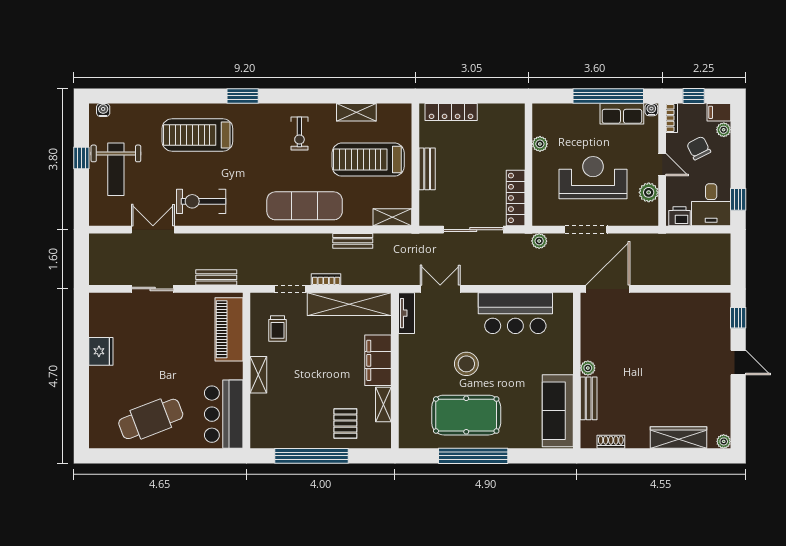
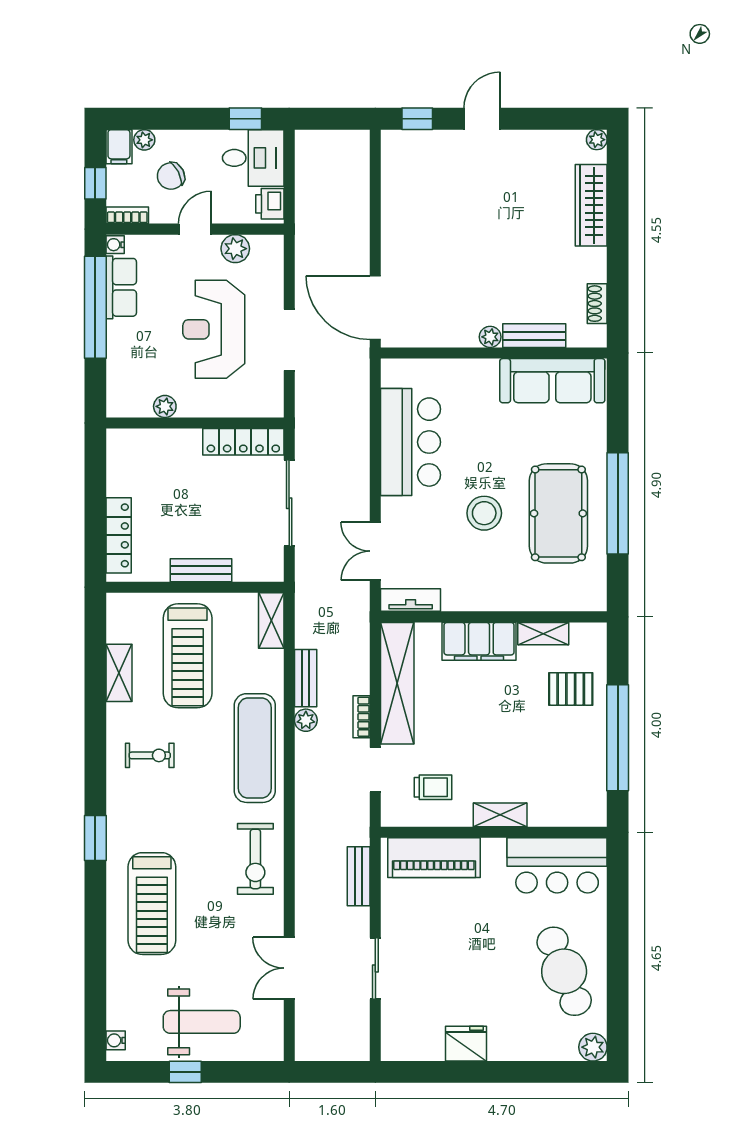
exercise bike: (201, 201) -> (255, 859), moved
plant: (539, 241) -> (306, 720), moved
plant: (98, 439) -> (593, 1047), added

